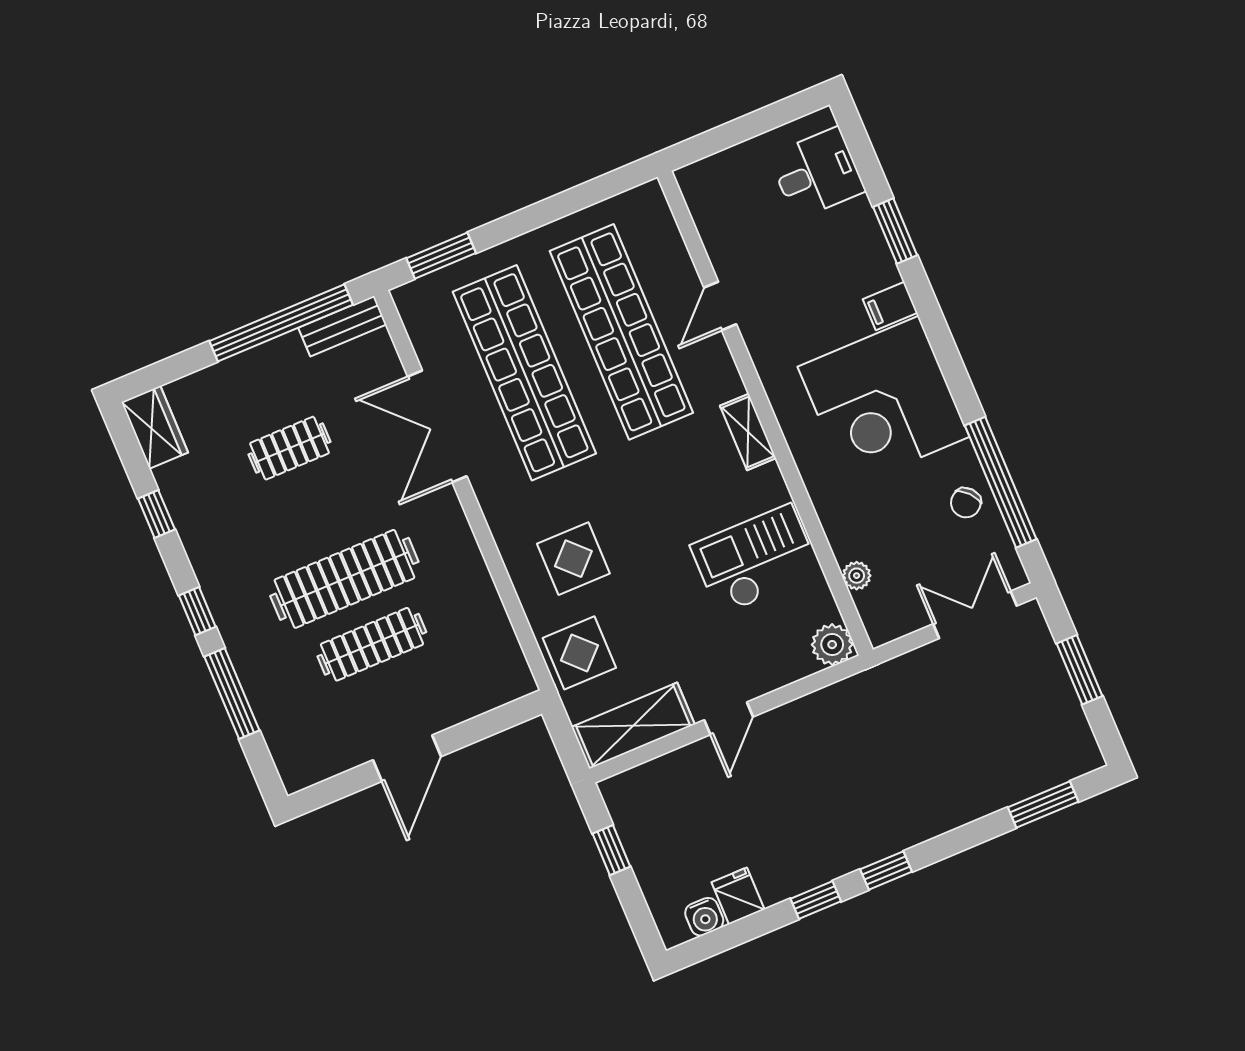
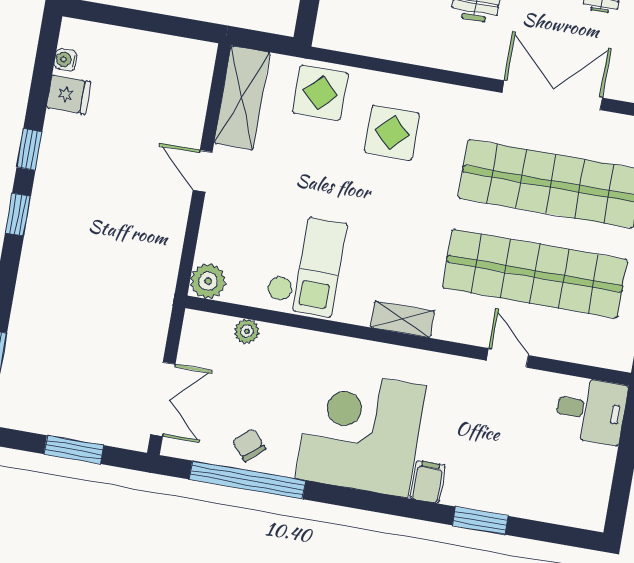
desk: (817, 173) -> (591, 410), moved, turned -90
window: (611, 850) -> (161, 24), removed
water cooler: (704, 917) -> (65, 60), width x0.72, depth x0.72

